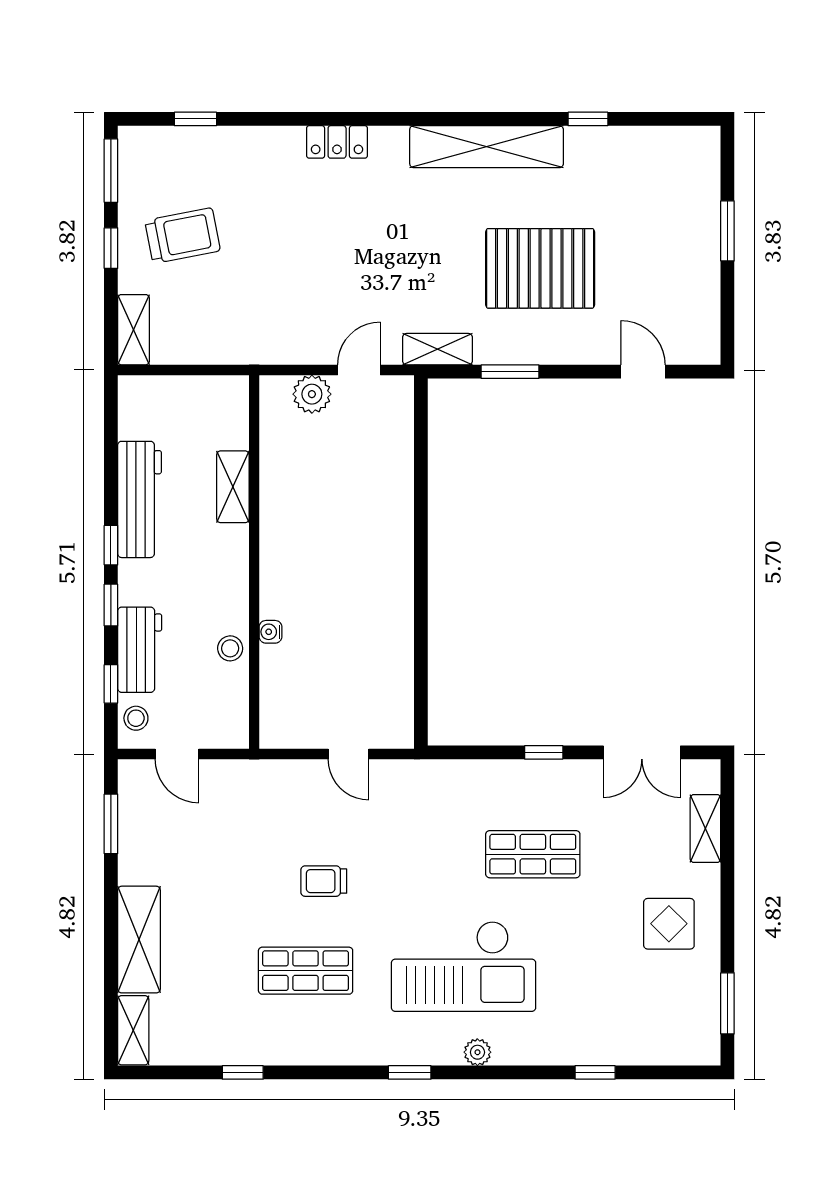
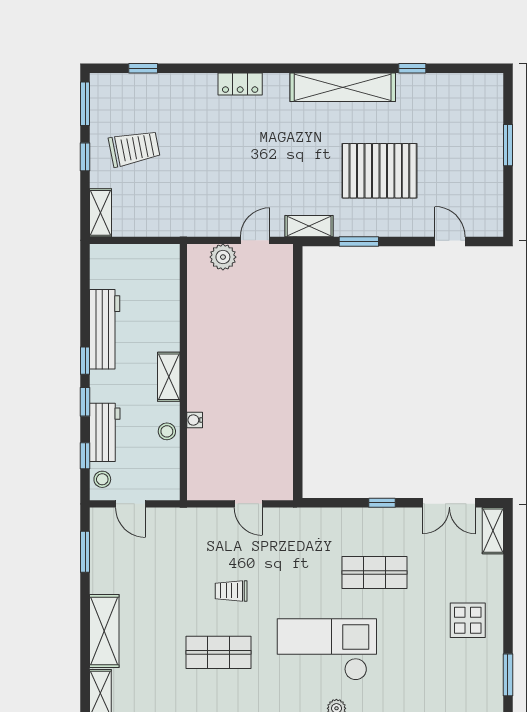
shelving: (233, 487) -> (169, 377), moved
shelving: (705, 829) -> (493, 531), moved
checkout: (464, 966) -> (327, 649), turned 180

